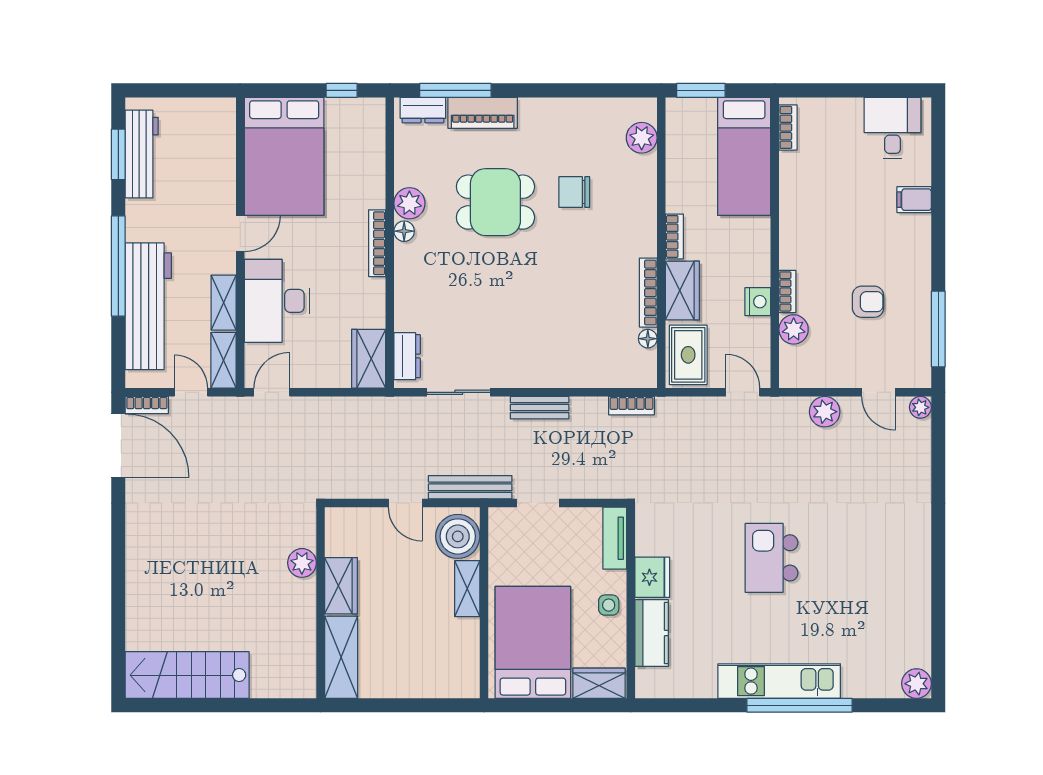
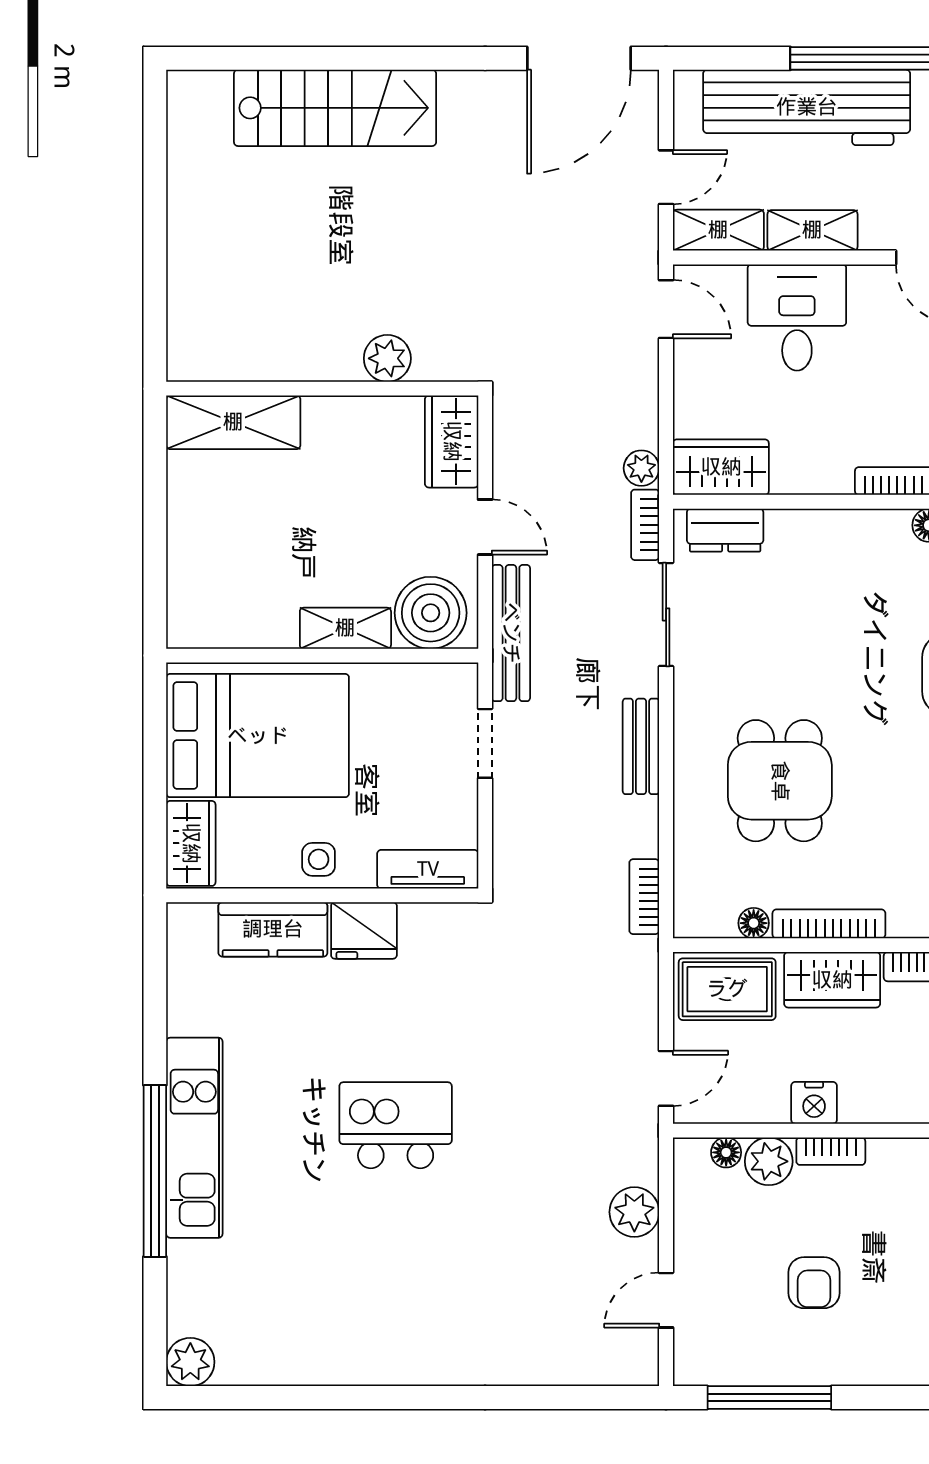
desk: (277, 301) -> (797, 317), width x0.73
dining table: (561, 323) -> (780, 781), added
floor lamp: (788, 355) -> (726, 1152), added
bookcase: (147, 405) -> (645, 525), moved
plant: (920, 407) -> (641, 468), moved
door: (405, 503) -> (485, 527), swing flipped
wardrobe: (341, 586) -> (452, 441), moved, turned 90
stairs: (187, 675) -> (335, 108), moved, turned 90

